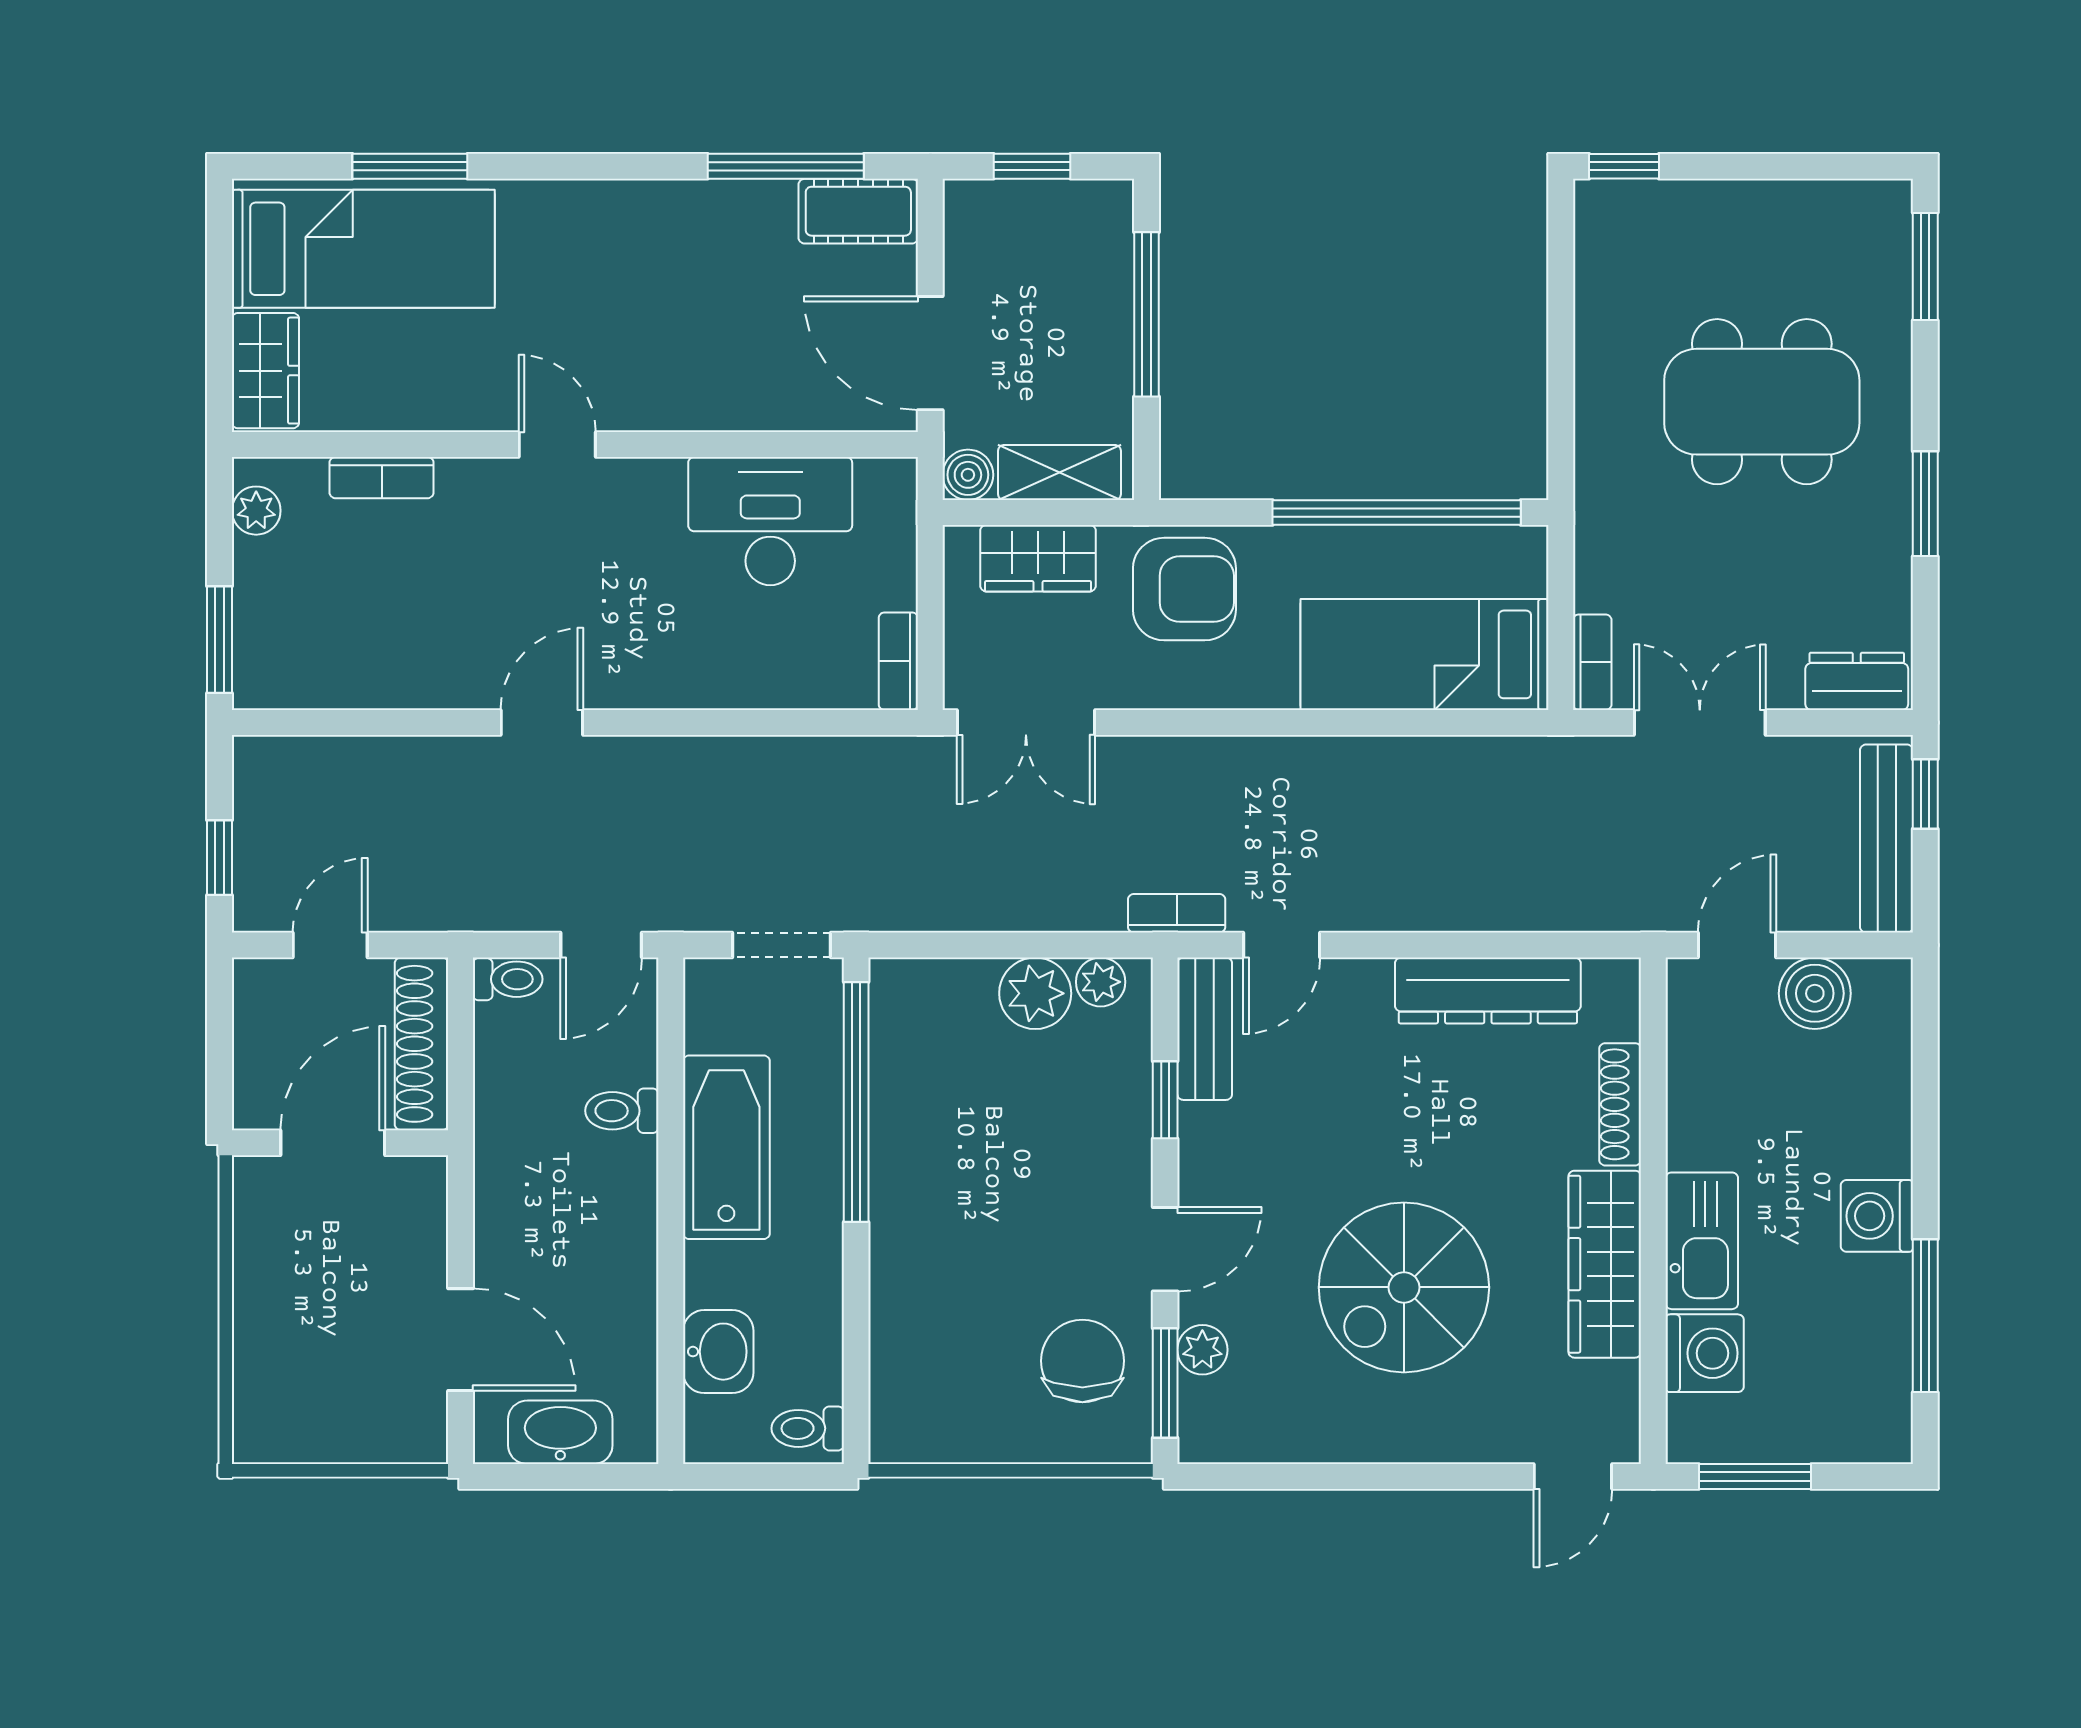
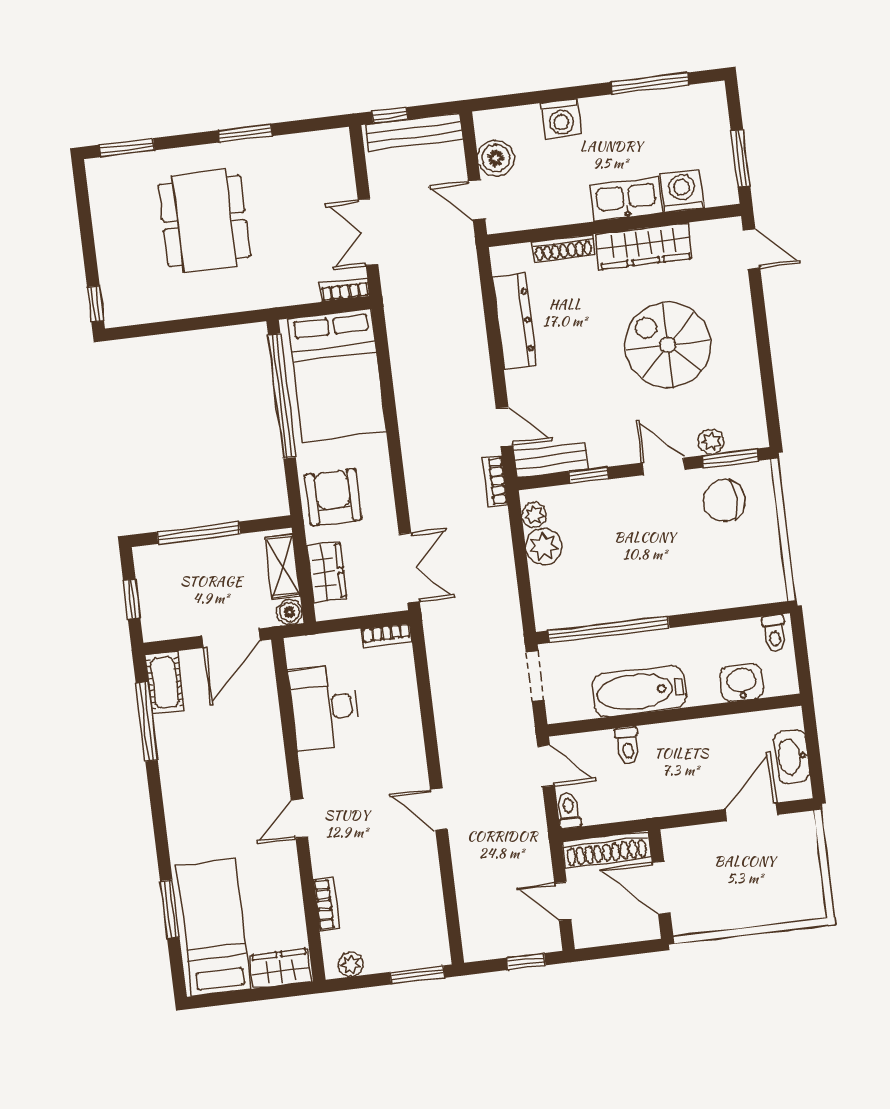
bed: (1424, 654) -> (337, 375), width x1.50
dresser: (1857, 681) -> (338, 156), removed
washing machine: (1877, 1216) -> (561, 119), moved
spiral stairs: (1404, 1287) -> (668, 345), turned 180

